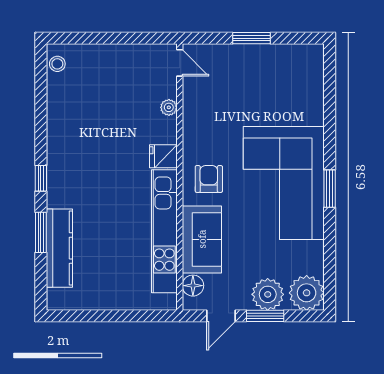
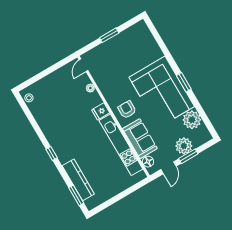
door: (180, 63) -> (84, 65), swing flipped
window: (41, 232) -> (76, 195), moved
plant: (307, 293) -> (192, 120), moved

